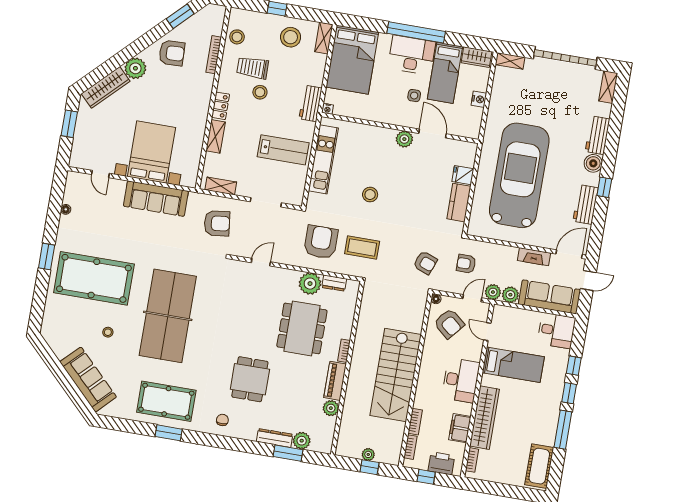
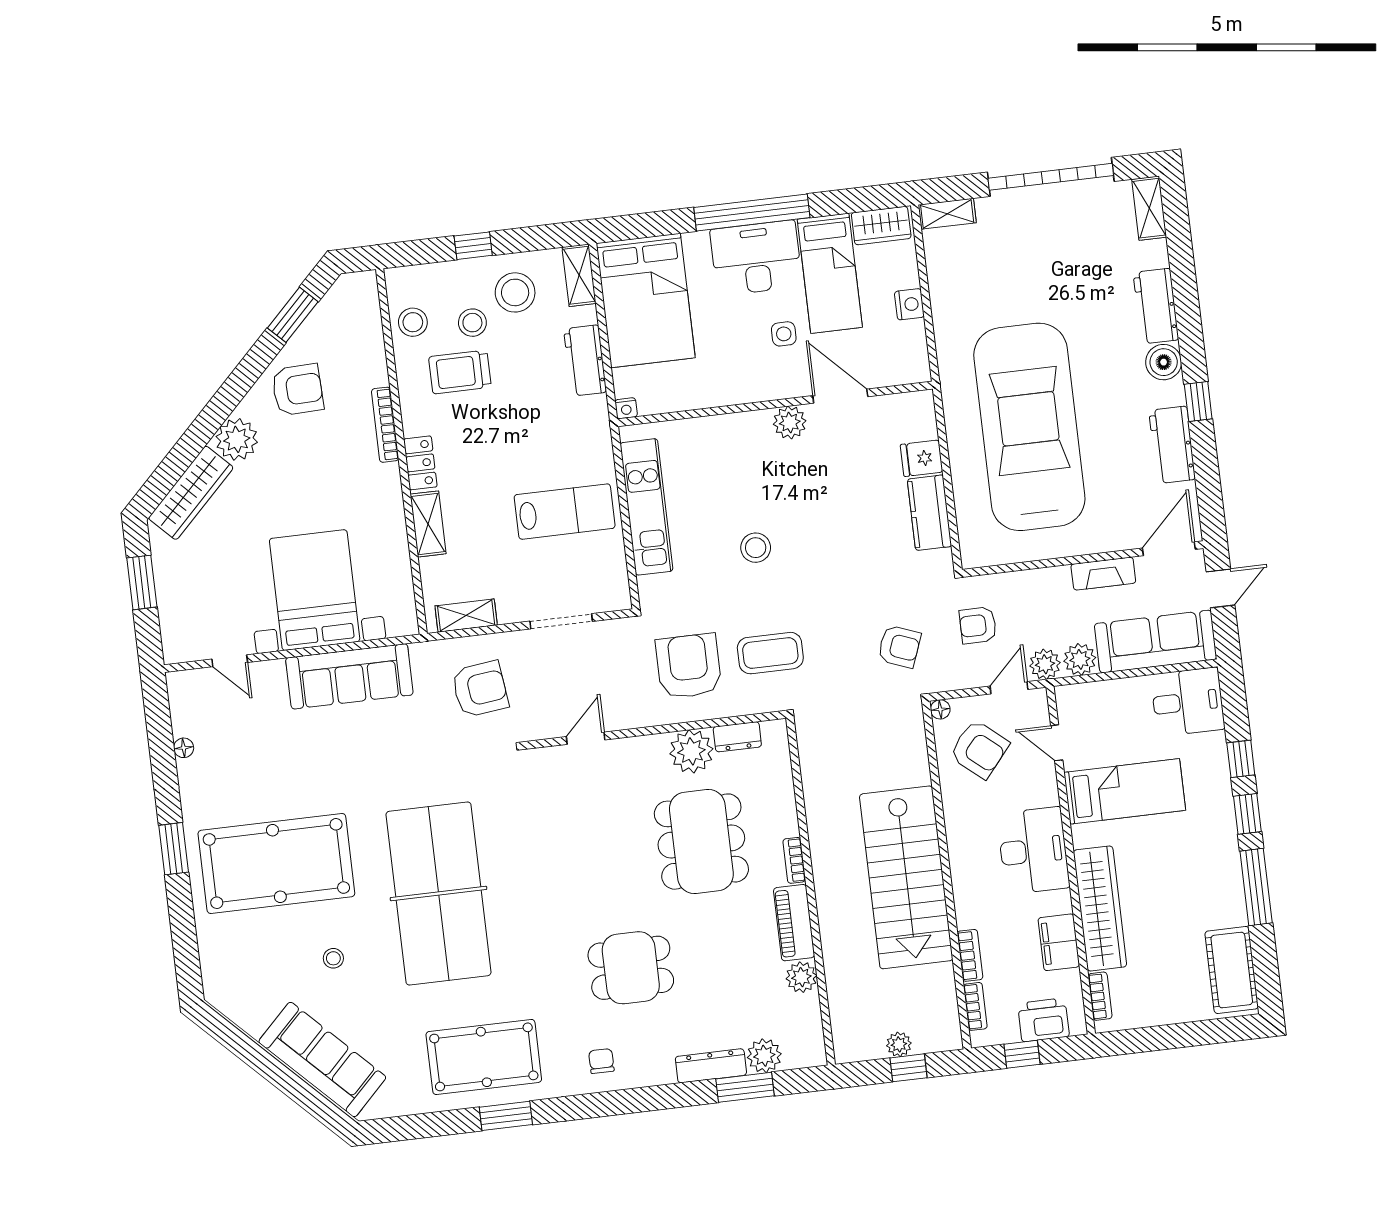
bookcase: (214, 55) -> (385, 425), moved
stool: (260, 92) -> (472, 323), moved
workbench: (311, 103) -> (585, 361), moved
dining table: (250, 379) -> (631, 968), turned 90

